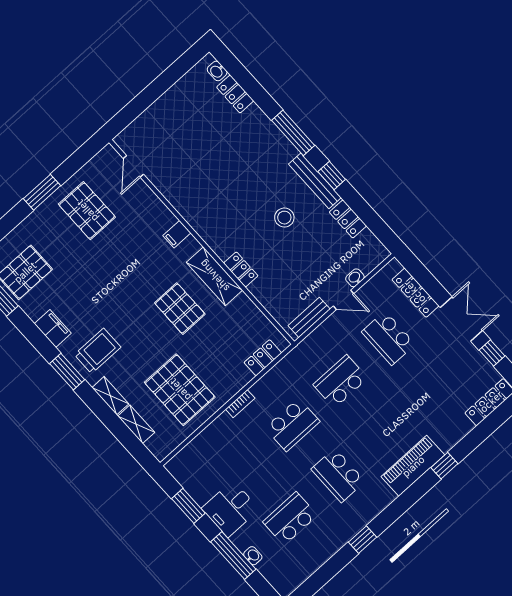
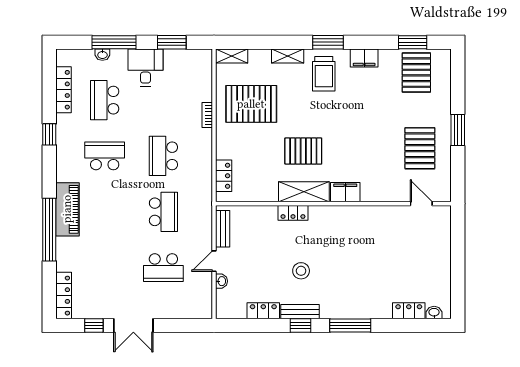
bench: (315, 181) -> (300, 312), width x0.73
pallet: (87, 211) -> (420, 148), turned 90
filing cabinet: (177, 234) -> (345, 192), width x2.00
locker: (415, 293) -> (63, 90), moved, turned 90
school desk: (388, 338) -> (163, 268), turned 180
bookcase: (240, 404) -> (207, 115), moved
shelving: (136, 424) -> (232, 56), moved
window: (444, 466) -> (49, 230), width x3.17
school desk: (290, 519) -> (105, 100), turned 180

